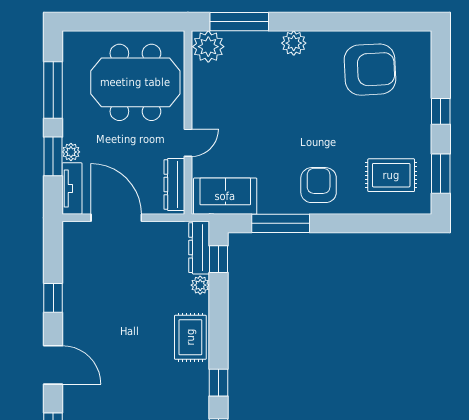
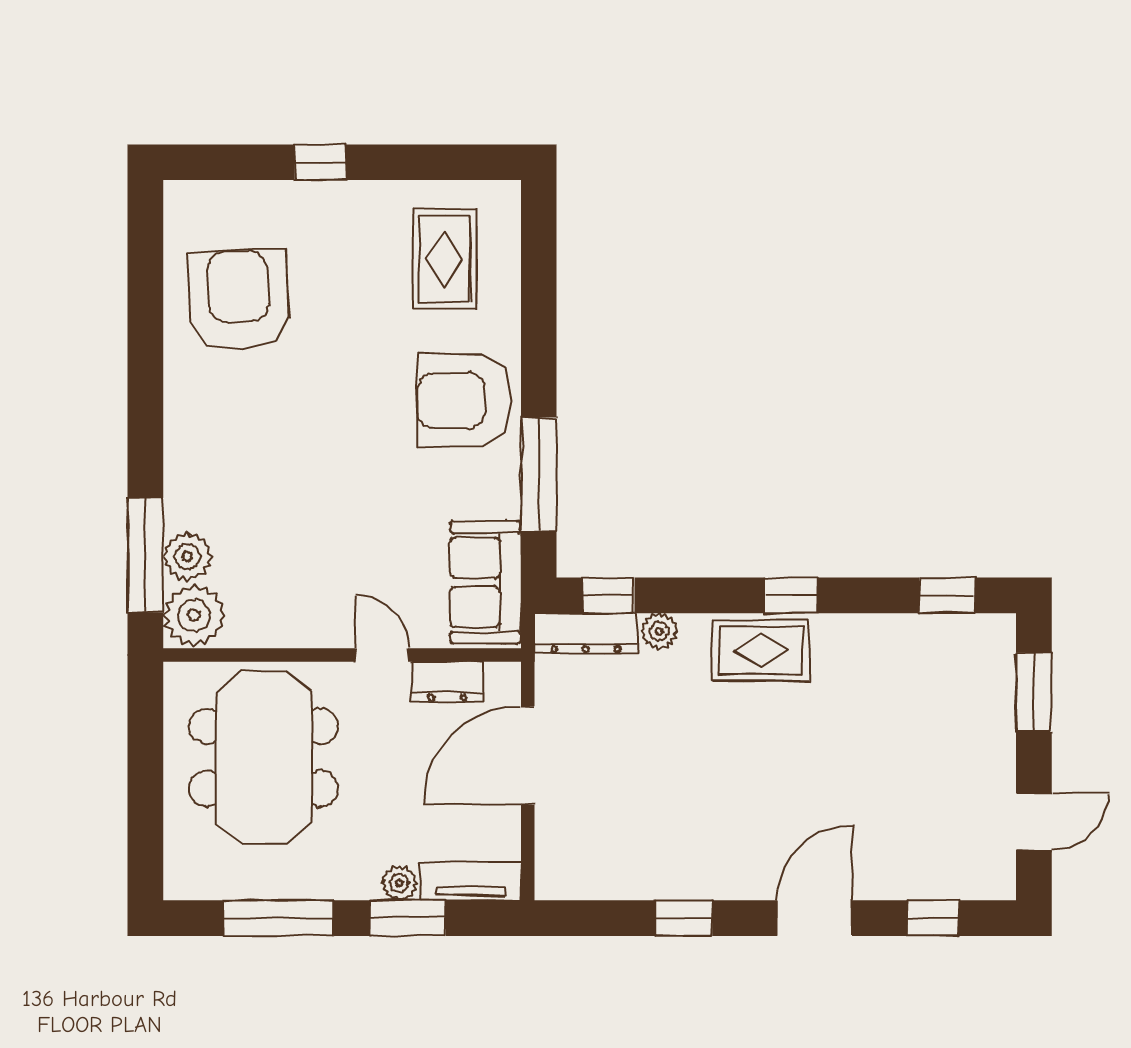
plant: (294, 43) -> (187, 557), moved
window: (441, 174) -> (442, 162), removed
dresser: (174, 184) -> (447, 682), width x0.70
armchair: (319, 185) -> (464, 400), width x1.36, depth x1.36
door: (116, 218) -> (528, 755), moved
window: (219, 383) -> (792, 595), moved

